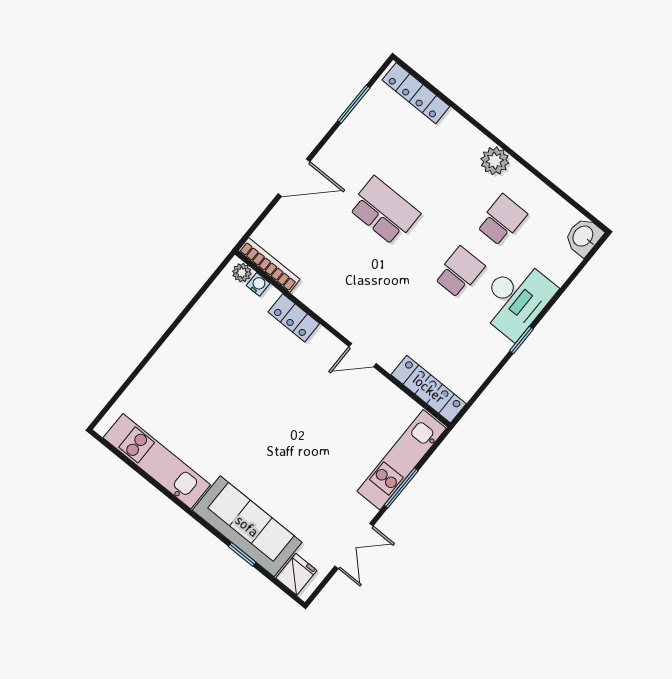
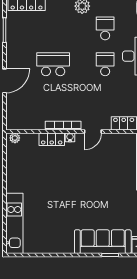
bookcase: (269, 265) -> (63, 126), moved
water cooler: (258, 284) -> (70, 137), moved
kitchen unit: (157, 461) -> (14, 223), moved, turned 90

